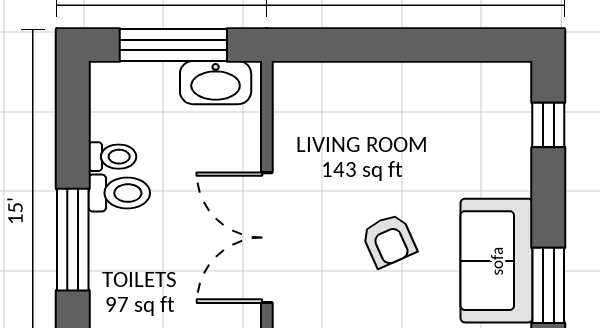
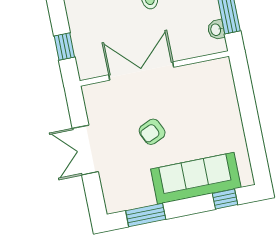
washbasin: (216, 83) -> (216, 30), width x0.52, depth x0.69
sofa: (497, 261) -> (196, 178), moved, width x1.36

